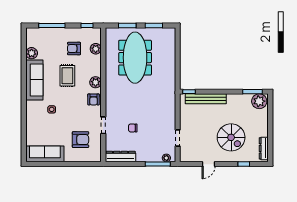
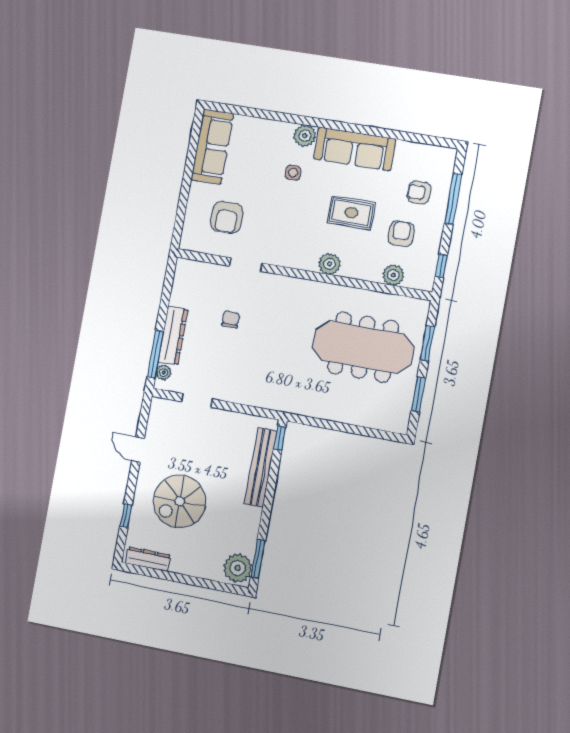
plant: (32, 53) -> (305, 136), moved
armchair: (94, 99) -> (419, 192), moved
dresser: (121, 157) -> (173, 336), moved

